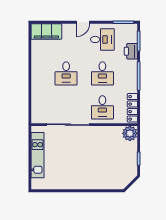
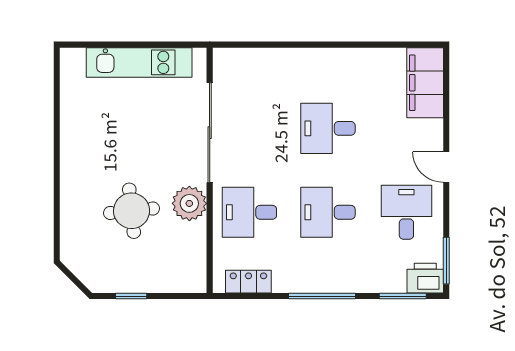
desk: (102, 39) -> (406, 212), turned 180
printer: (131, 51) -> (425, 278), moved
locker: (132, 108) -> (248, 282), width x0.66
plant: (130, 133) -> (189, 203), moved
round table: (102, 158) -> (132, 211), added

